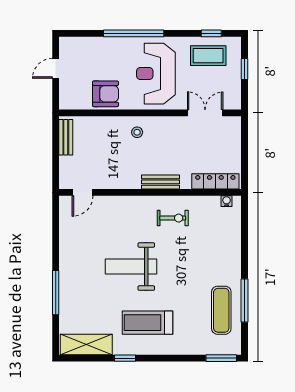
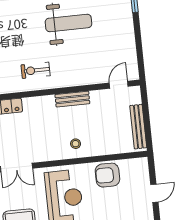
bench: (66, 137) -> (138, 127), width x1.36
bench: (161, 182) -> (72, 99), moved

